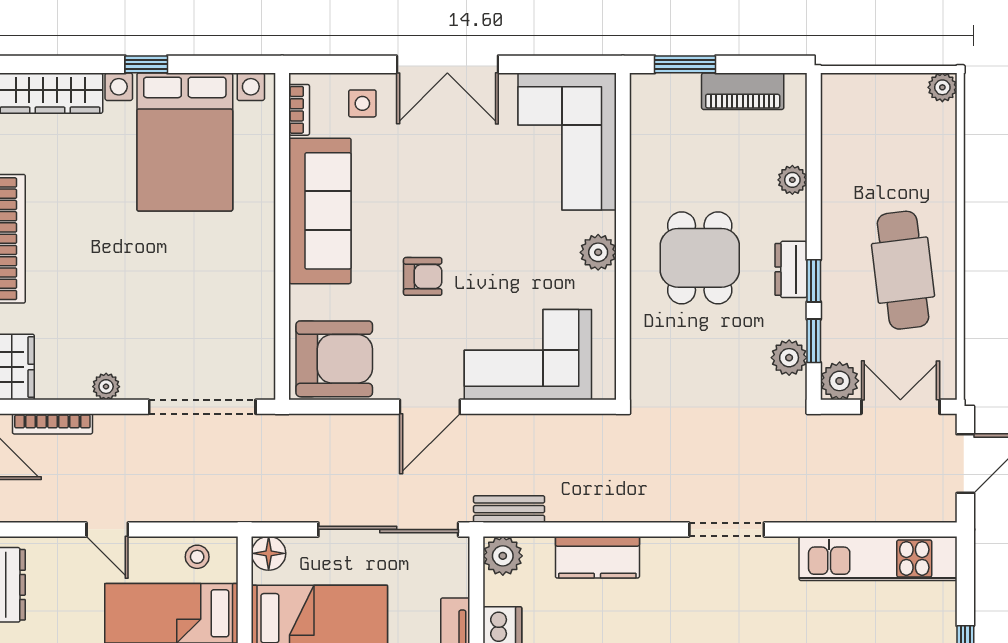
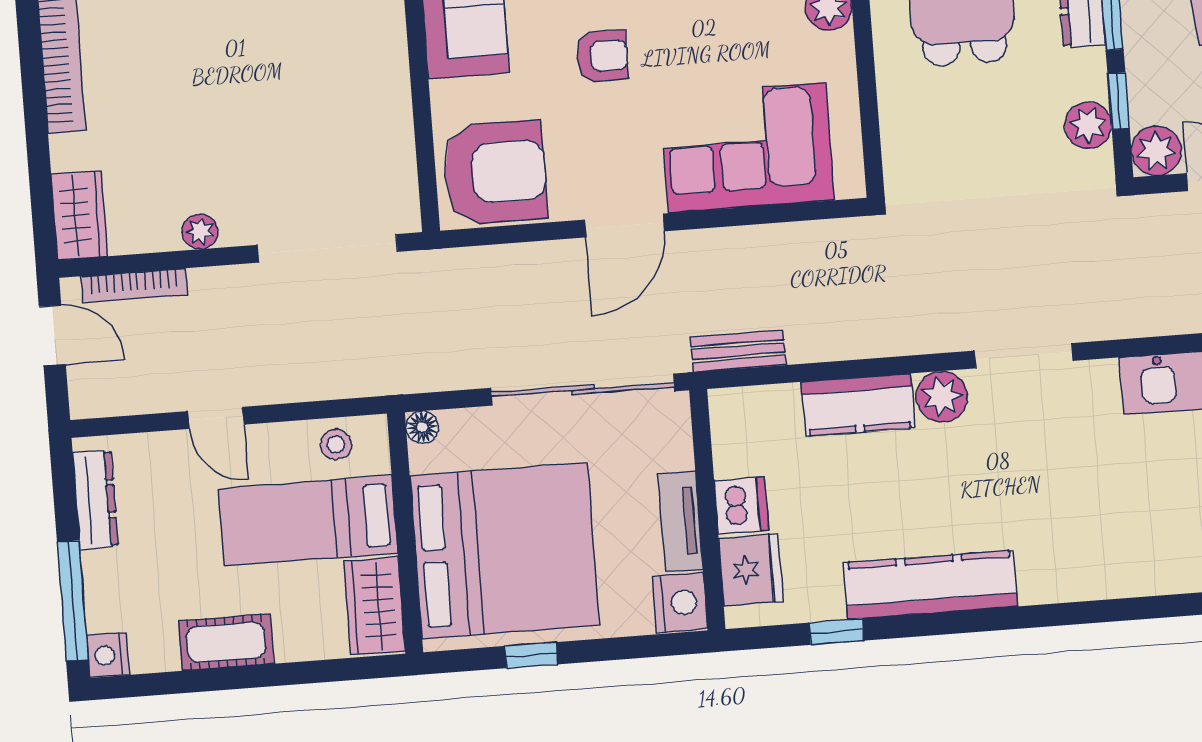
floor lamp: (269, 553) -> (422, 427), width x0.73, depth x0.73
plant: (503, 556) -> (942, 397), moved

